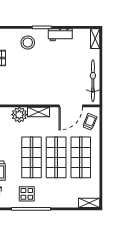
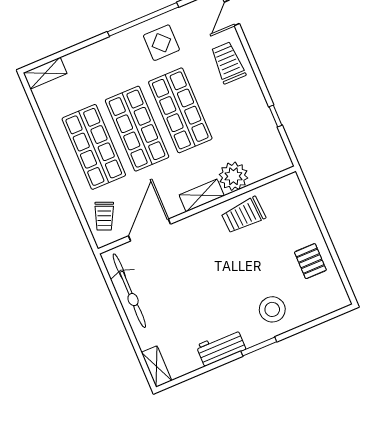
trolley: (22, 94) -> (243, 215), added

